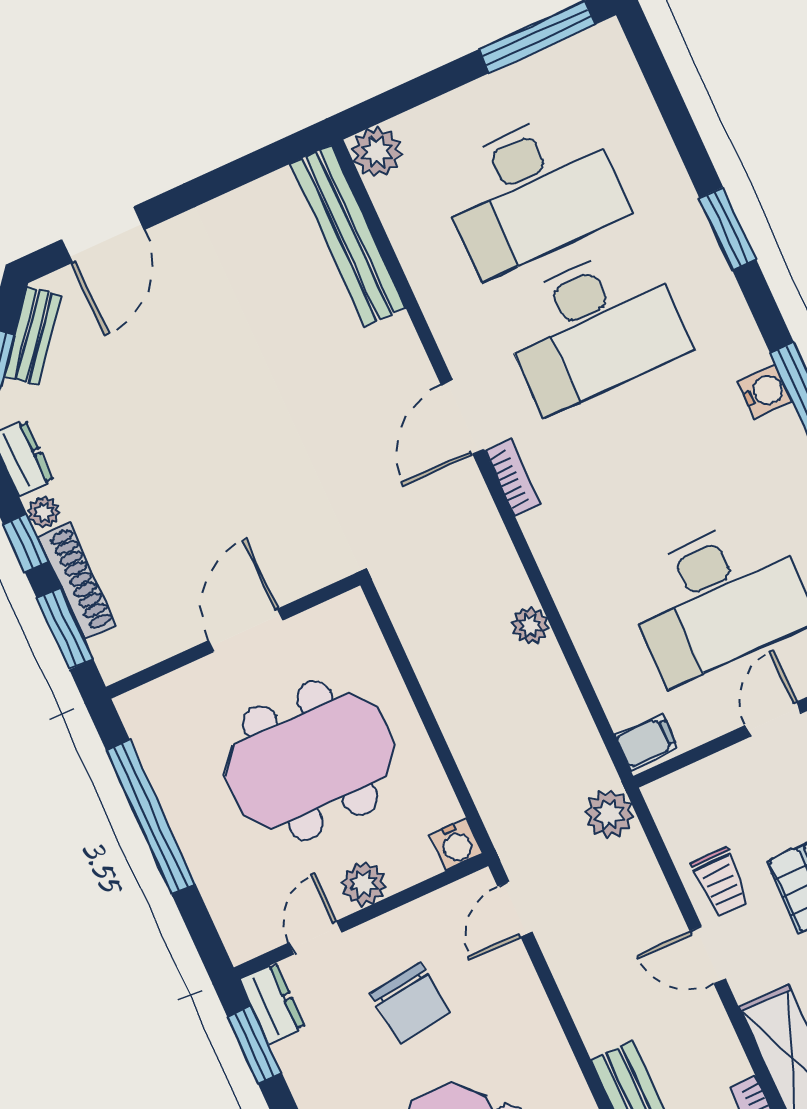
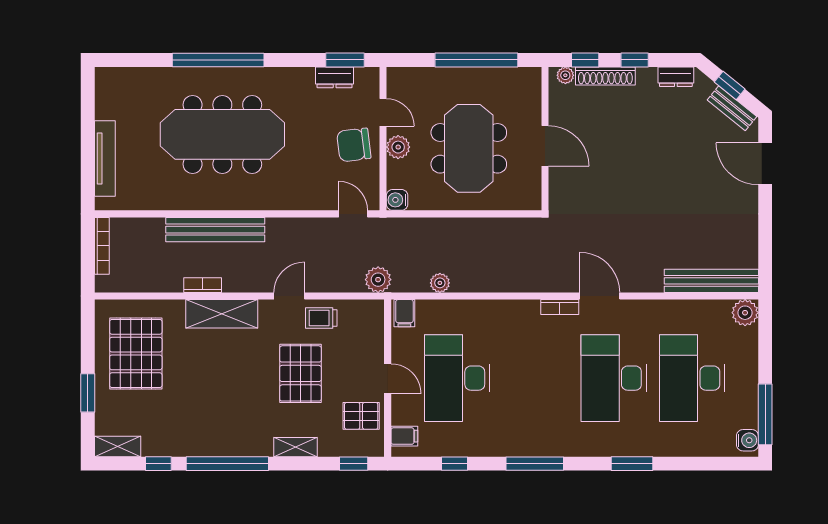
water cooler: (765, 391) -> (747, 440), moved, turned -90
plant: (44, 512) -> (565, 75), moved
plant: (530, 625) -> (440, 283), moved
window: (65, 629) -> (585, 60), width x0.67
chair: (410, 1003) -> (354, 145), moved
dresser: (272, 1004) -> (335, 77), moved

